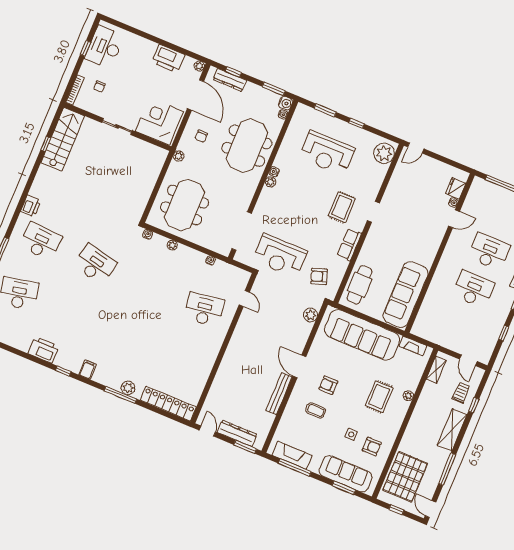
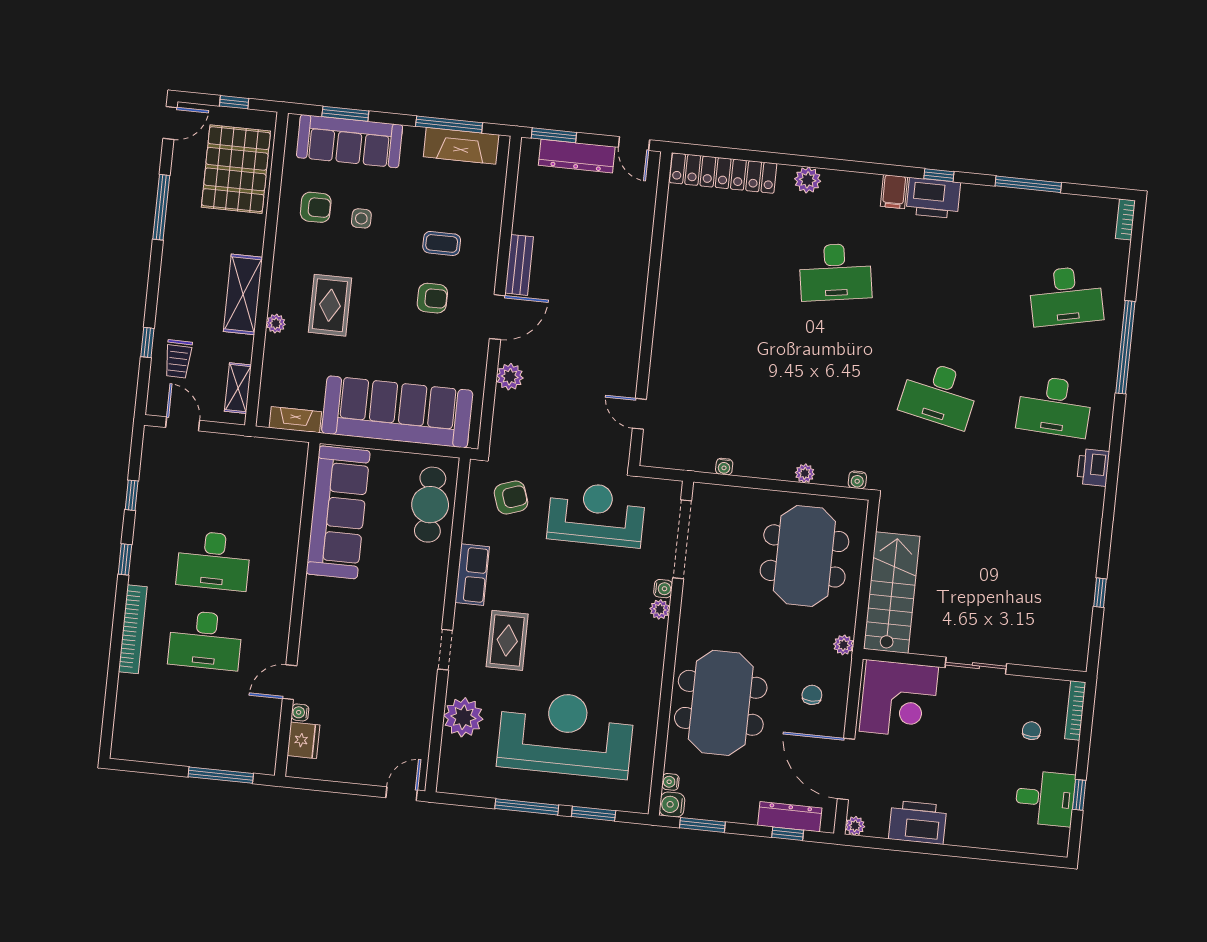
desk: (105, 47) -> (1045, 798), width x0.73
window: (357, 123) -> (527, 807), width x2.17
stairs: (63, 139) -> (892, 593), moved, turned 180
reception desk: (327, 153) -> (566, 734), width x1.36, depth x1.30
plant: (384, 153) -> (463, 717), moved
water cooler: (274, 172) -> (663, 589), moved
plant: (270, 182) -> (660, 609), moved
desk: (204, 309) -> (835, 272), moved
plant: (311, 315) -> (510, 377), moved
printer: (43, 350) -> (933, 198), moved
door: (299, 366) -> (497, 317), hinge flipped
bench: (279, 394) -> (519, 265), width x0.73
window: (120, 395) -> (1028, 184), moved
shelving: (452, 430) -> (243, 294), moved
armchair: (372, 447) -> (316, 207), turned 180
door: (431, 509) -> (170, 123), hinge flipped

